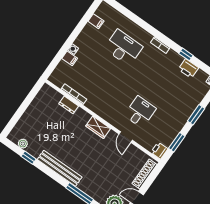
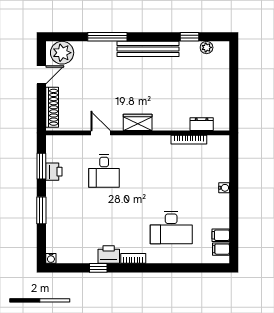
filing cabinet: (70, 58) -> (221, 249), moved
printer: (188, 69) -> (109, 255), moved
dresser: (69, 105) -> (202, 124), moved
printer: (159, 151) -> (54, 172), moved

